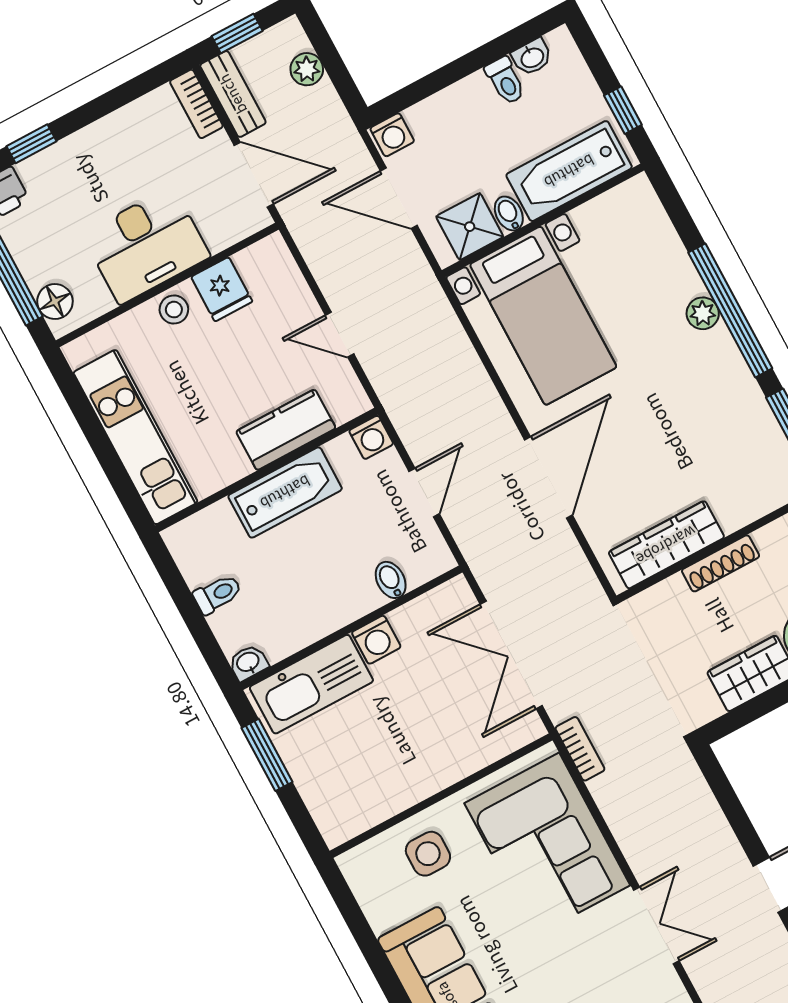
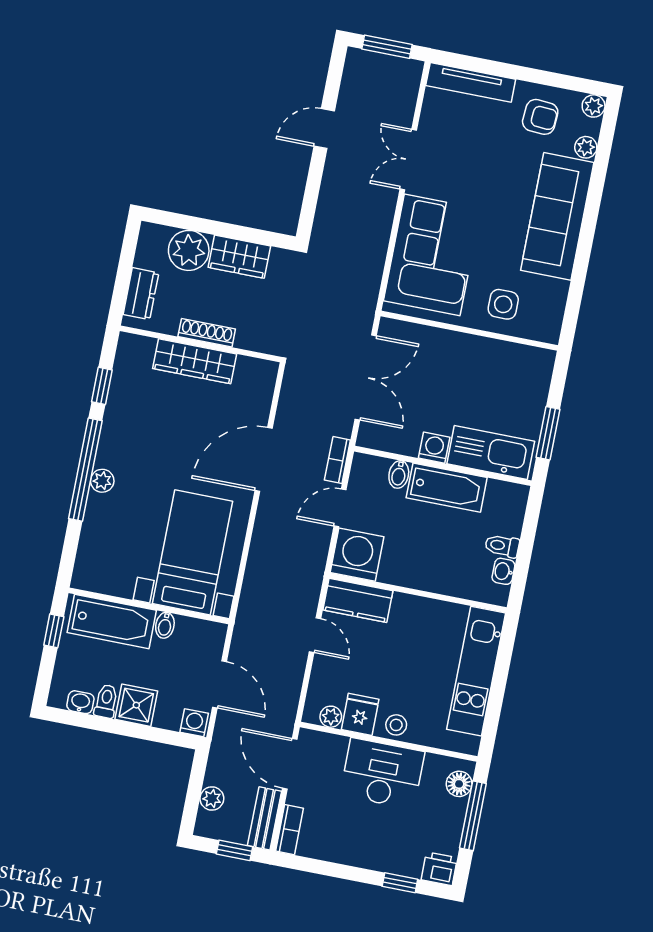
shower: (470, 227) -> (136, 705), moved
plant: (251, 261) -> (331, 717), added
kitchen counter: (286, 430) -> (358, 600), moved
washing machine: (371, 437) -> (357, 555), width x1.89, depth x1.89
bathtub: (285, 492) -> (447, 488), moved, turned 180
wardrobe: (666, 545) -> (195, 361), moved
washbasin: (248, 663) -> (503, 571), moved, turned 90
bookcase: (580, 749) -> (337, 460), moved

